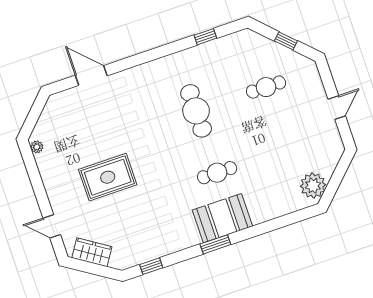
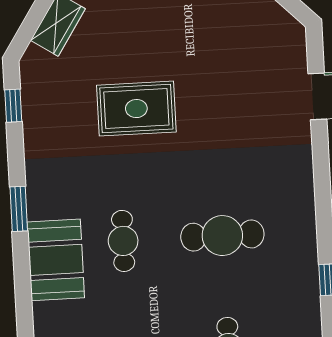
rug: (108, 177) -> (136, 109), moved, turned 90
booth: (222, 218) -> (56, 260), moved

